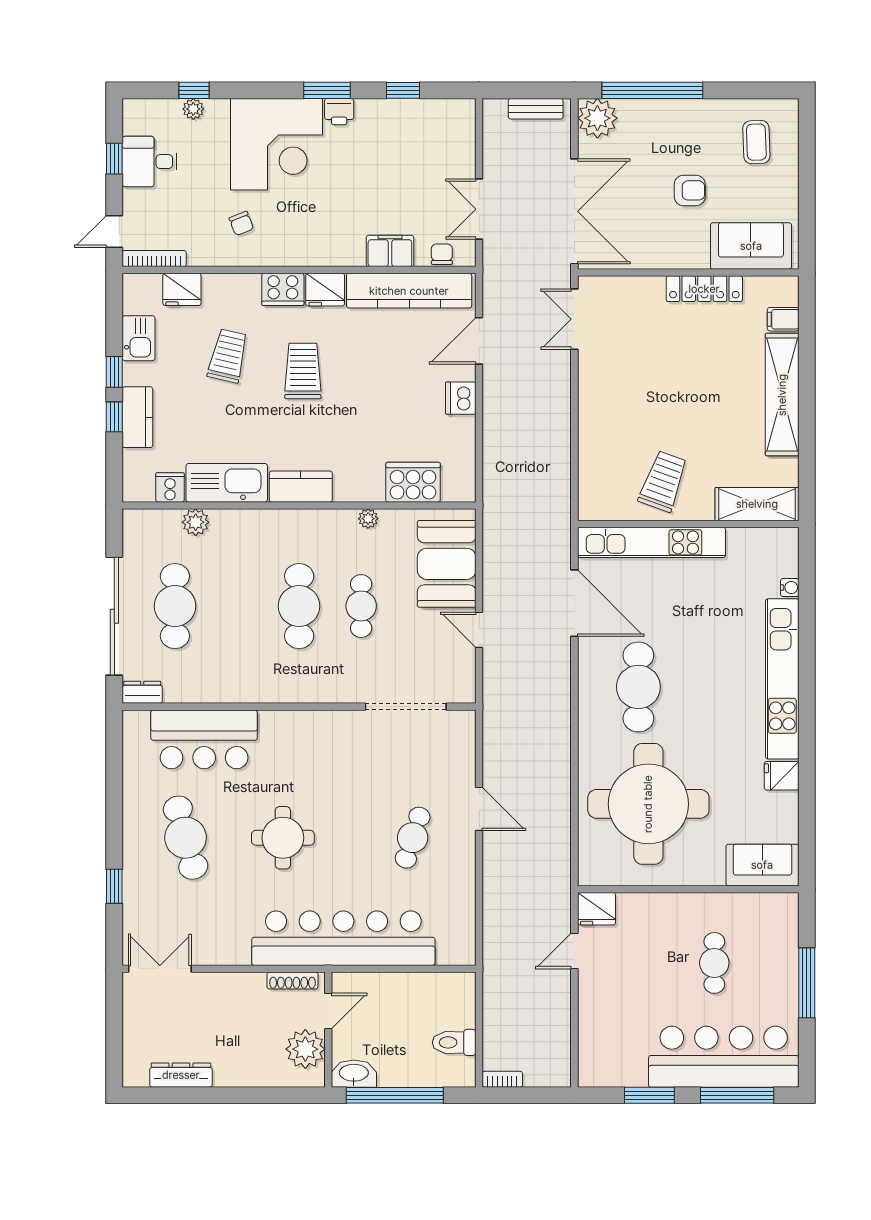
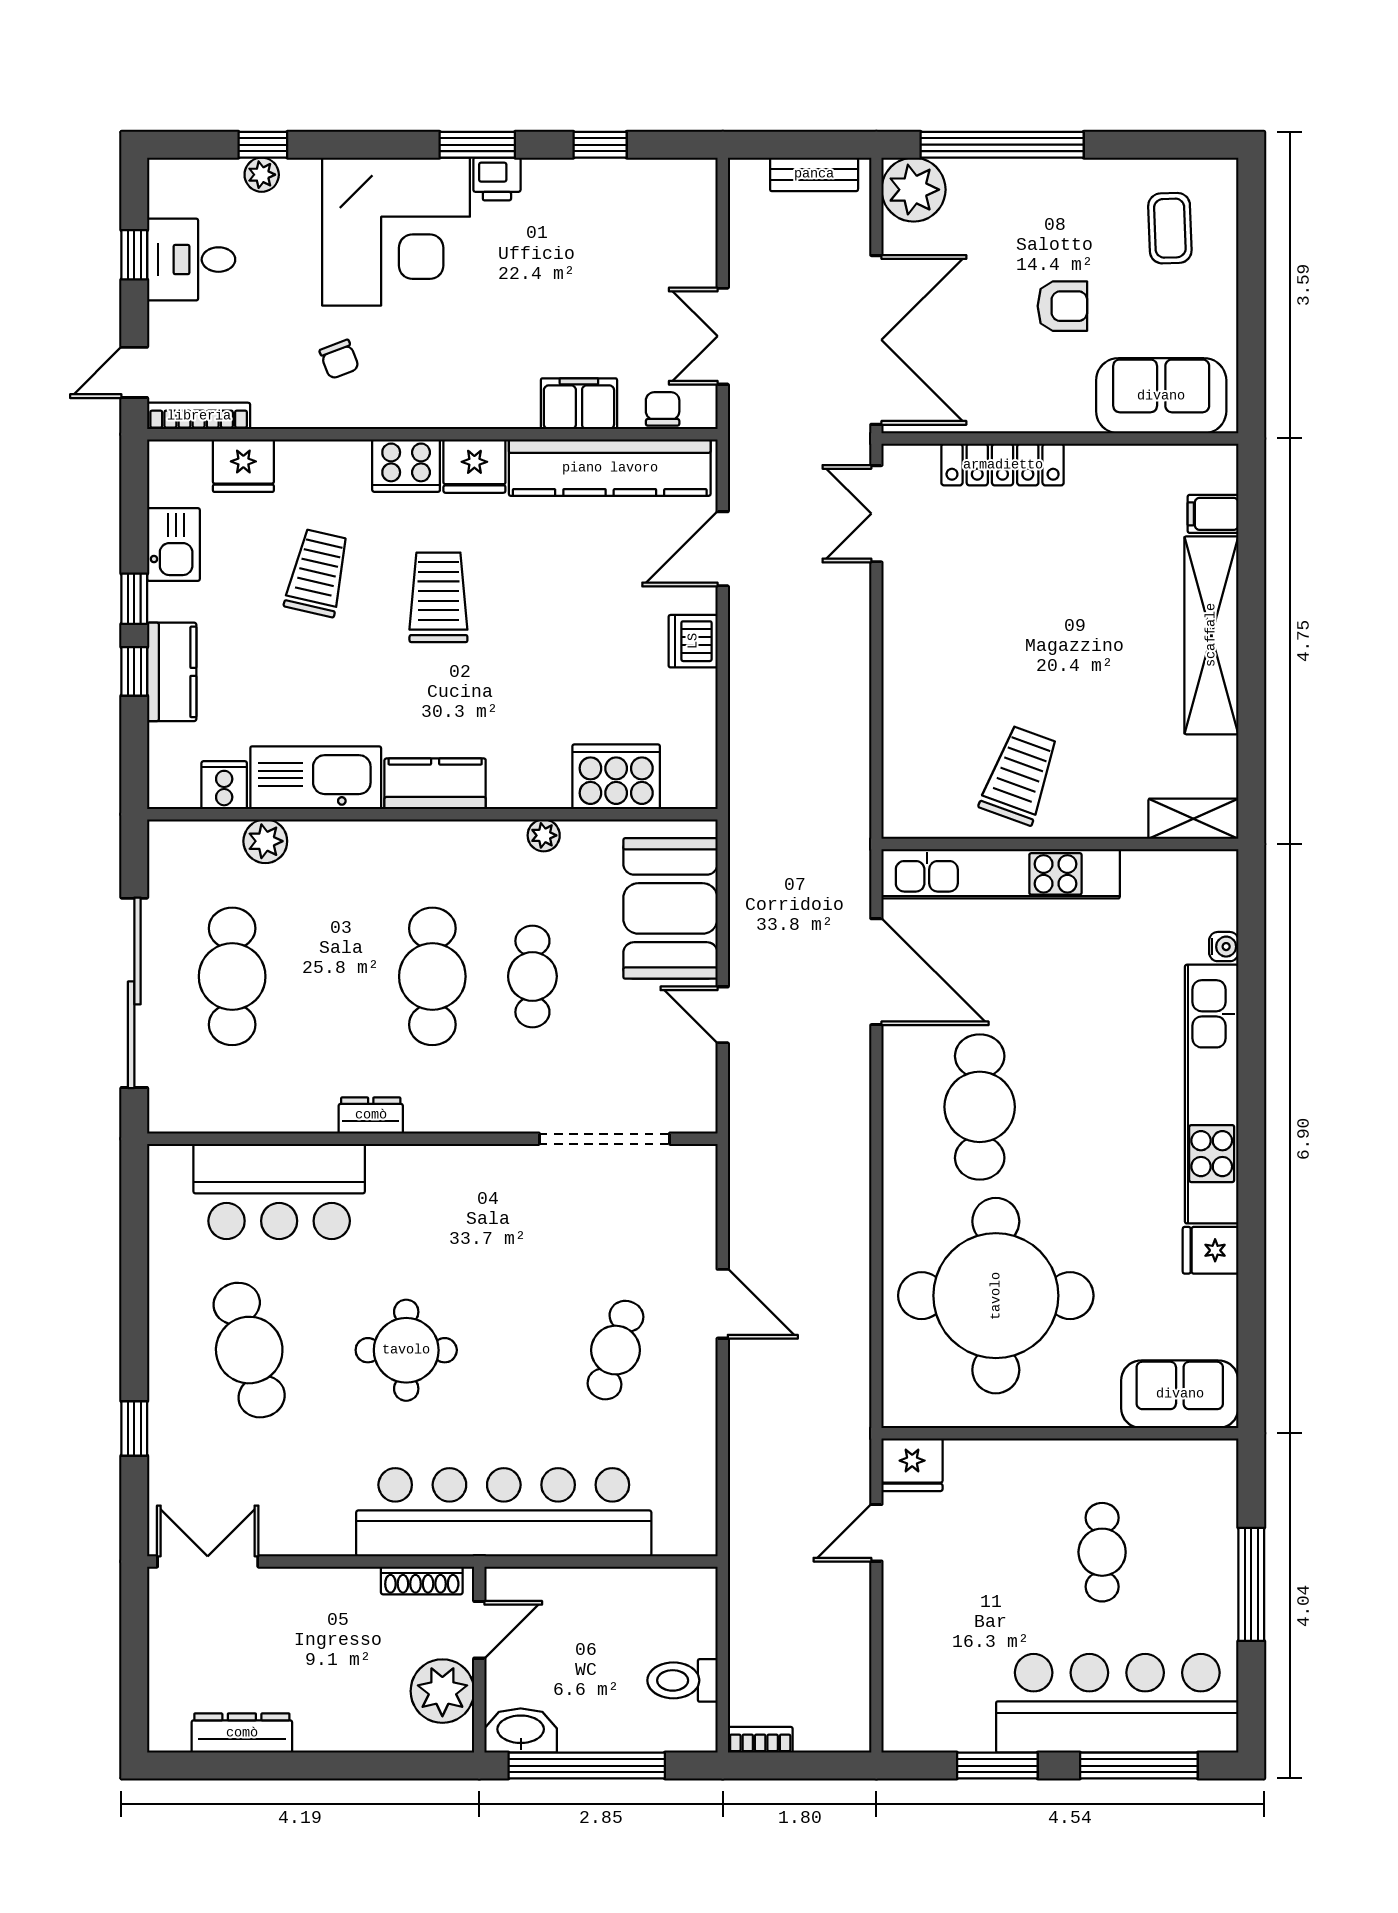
locker: (704, 289) -> (1003, 465), moved
shelving: (757, 504) -> (1193, 819), width x0.67, depth x0.75
dresser: (142, 692) -> (371, 1115), moved

